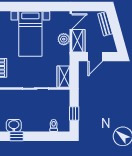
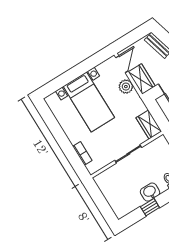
washbasin: (14, 125) -> (150, 192), moved
window: (17, 136) -> (150, 207), moved

